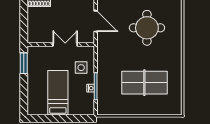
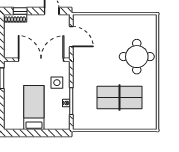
round table: (147, 28) -> (137, 57), moved
double door: (65, 45) -> (41, 60), width x1.87

